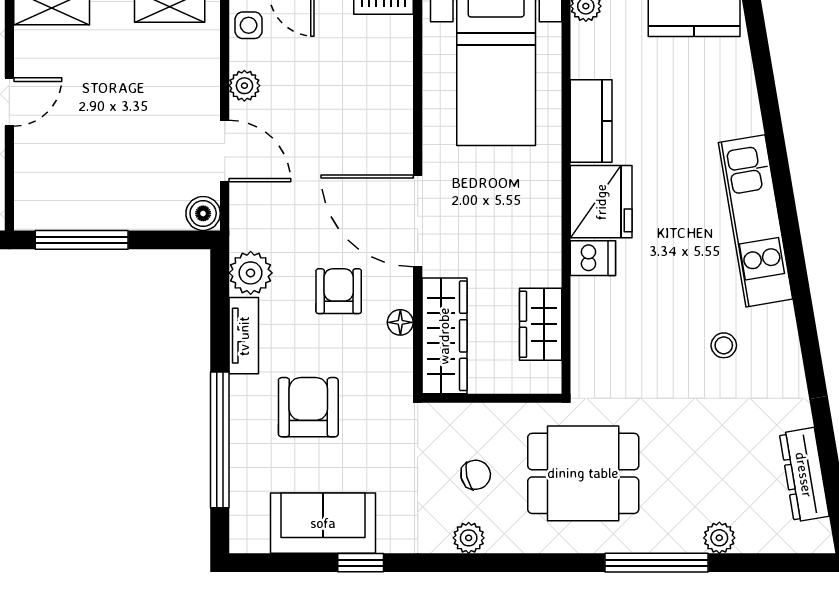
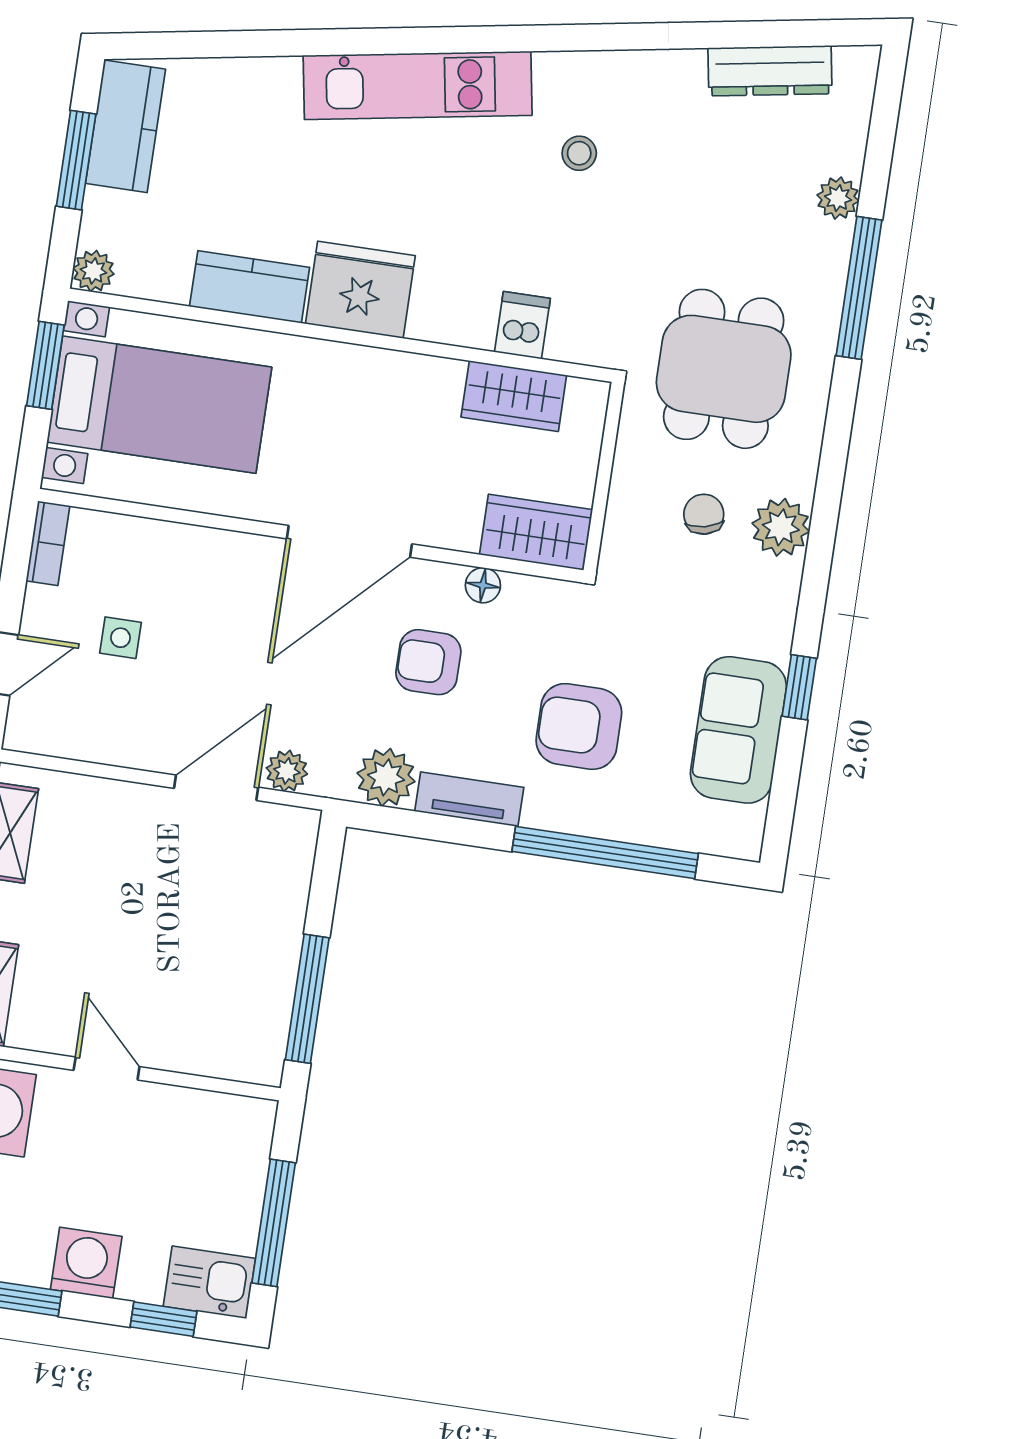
side table: (249, 25) -> (121, 638), moved
plant: (244, 86) -> (287, 771), moved
boiler: (203, 213) -> (296, 829), removed
dishwasher: (593, 258) -> (522, 325), moved
wardrobe: (444, 336) -> (536, 532), width x0.67
plant: (469, 538) -> (781, 527), width x1.38, depth x1.38

